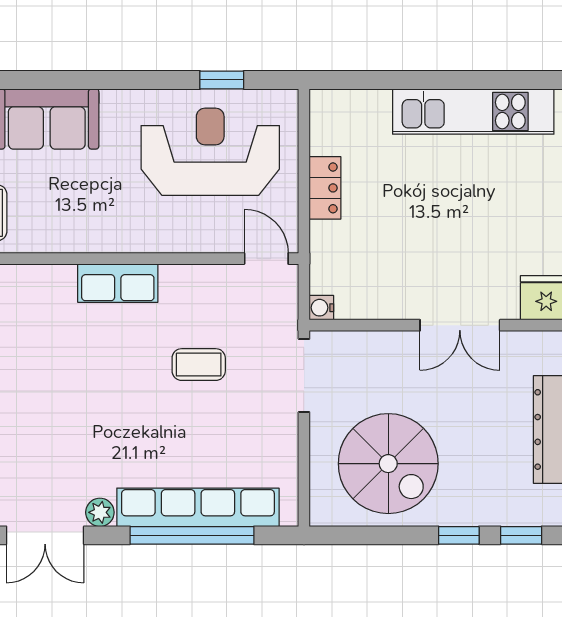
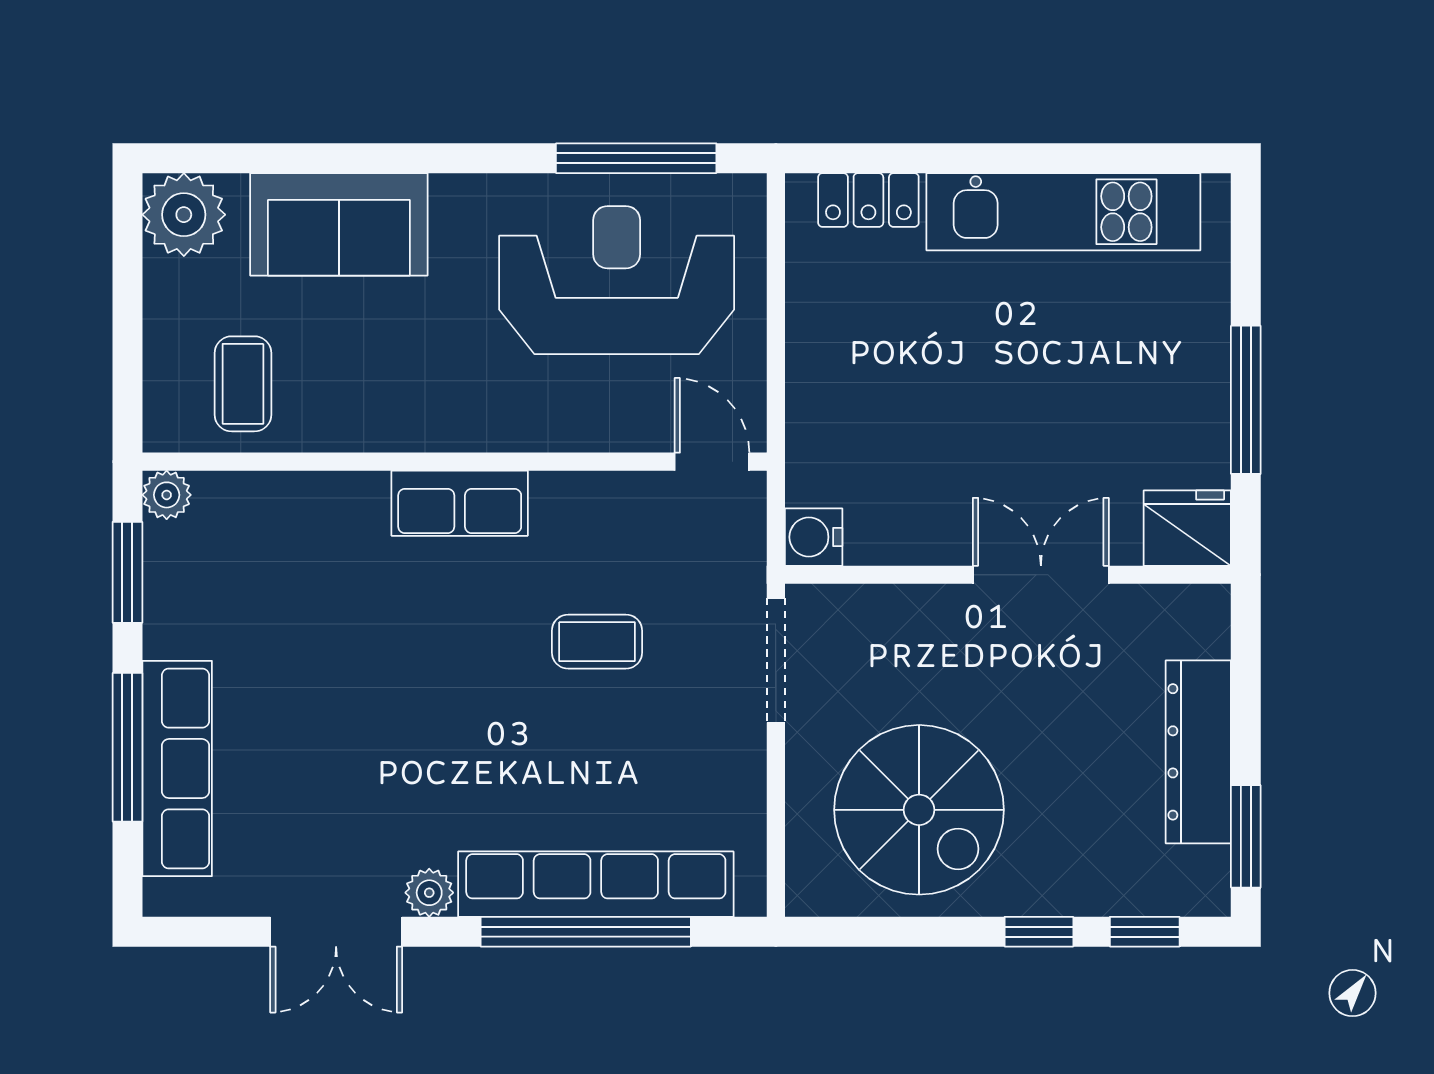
window: (222, 80) -> (636, 158), width x2.17
locker: (325, 188) -> (868, 200), moved, turned 90
water cooler: (321, 308) -> (814, 537), width x1.38, depth x1.38
double door: (460, 325) -> (1041, 575), swing flipped

